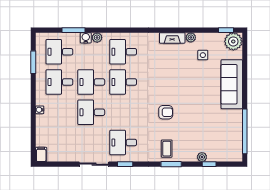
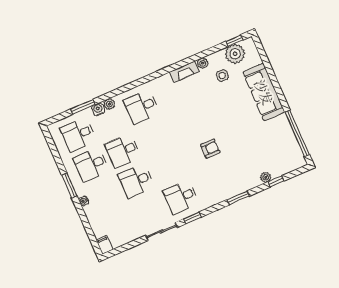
plant: (233, 41) -> (235, 54), moved
window: (33, 62) -> (69, 185), moved
desk: (123, 82) -> (155, 137), removed
coffee table: (167, 149) -> (227, 184), removed

